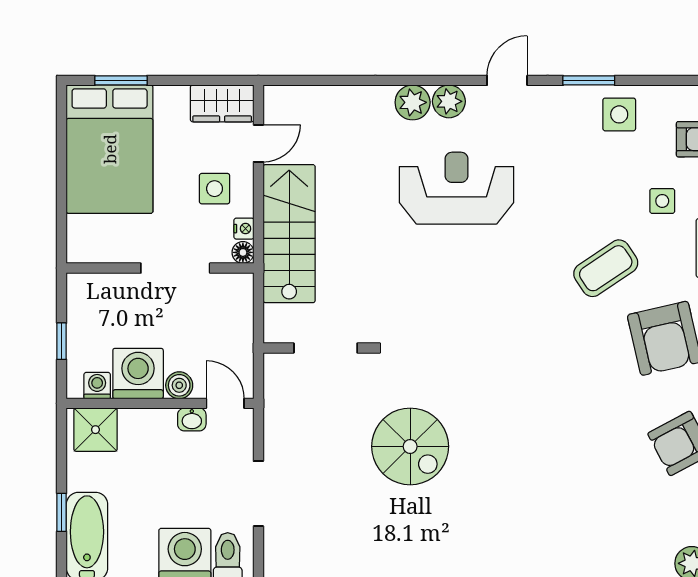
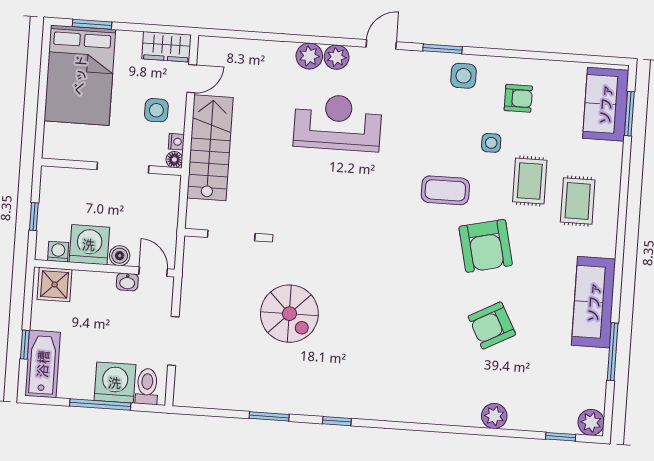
coffee table: (606, 268) -> (445, 190), turned 34

